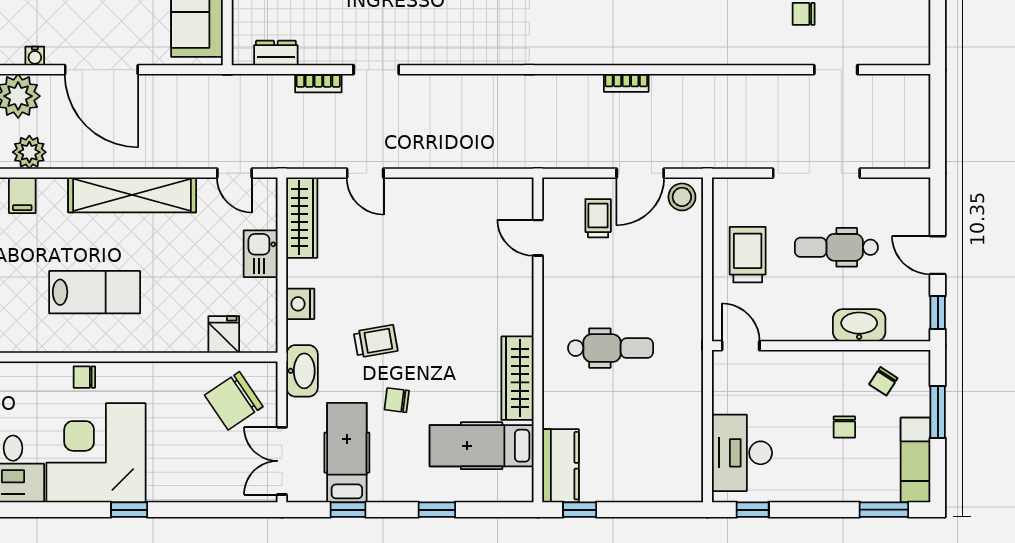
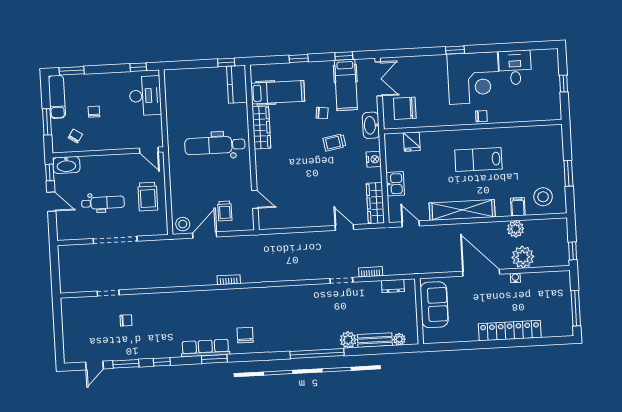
bookcase: (626, 83) -> (229, 280), moved
washbasin: (859, 325) -> (66, 165), moved
dental chair: (611, 348) -> (215, 145), width x1.36, depth x1.38
chair: (234, 401) -> (405, 108), turned -146

